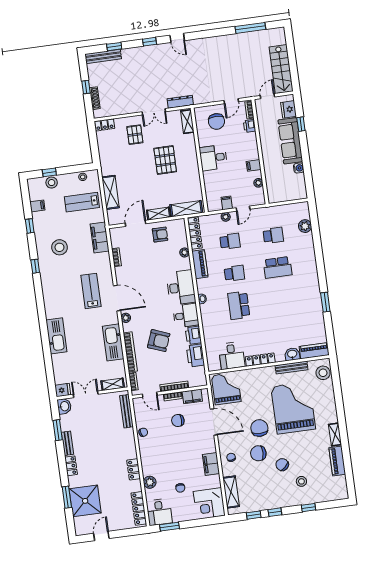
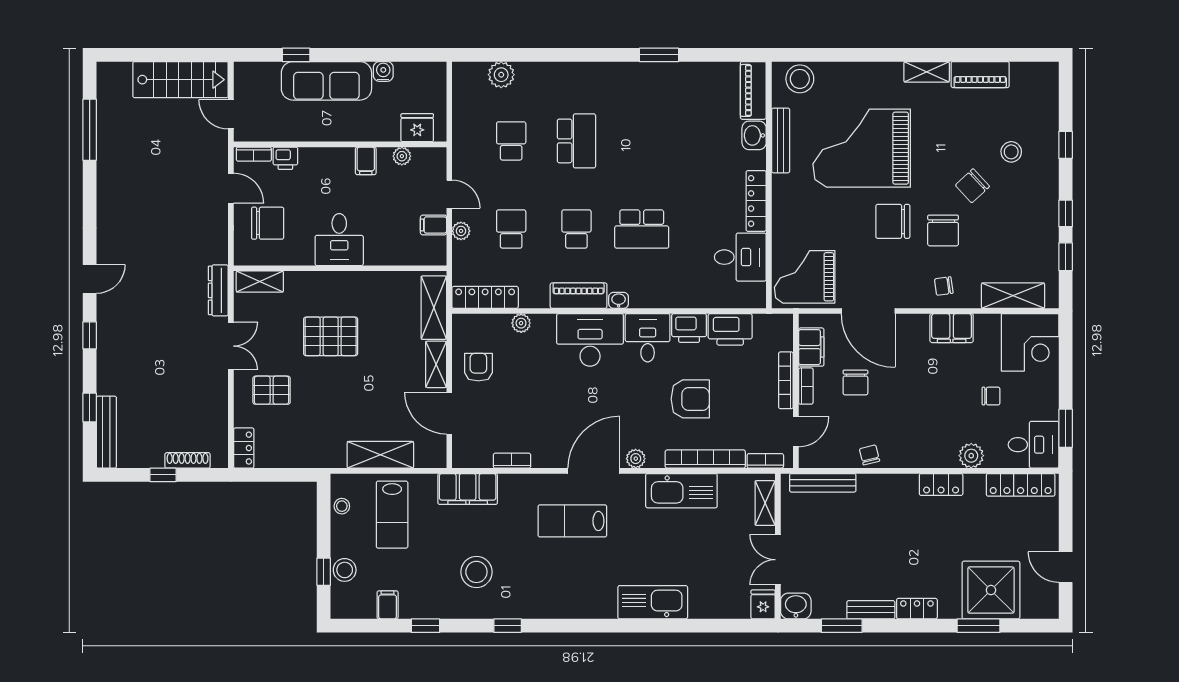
fridge: (289, 109) -> (417, 128), moved, turned 180
piano: (200, 264) -> (579, 296), moved
armchair: (159, 341) -> (690, 399), turned 69
door: (214, 422) -> (868, 311), swing flipped

